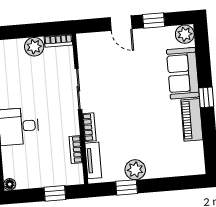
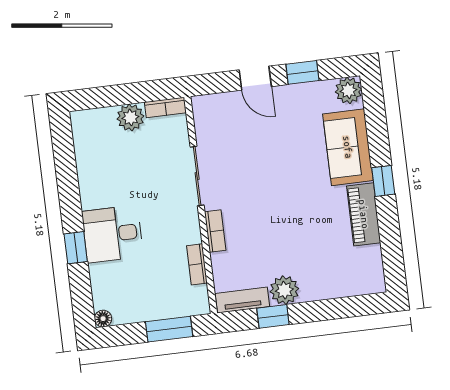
tv unit: (93, 160) -> (242, 300), moved, turned -90
window: (55, 193) -> (169, 329), width x1.50

